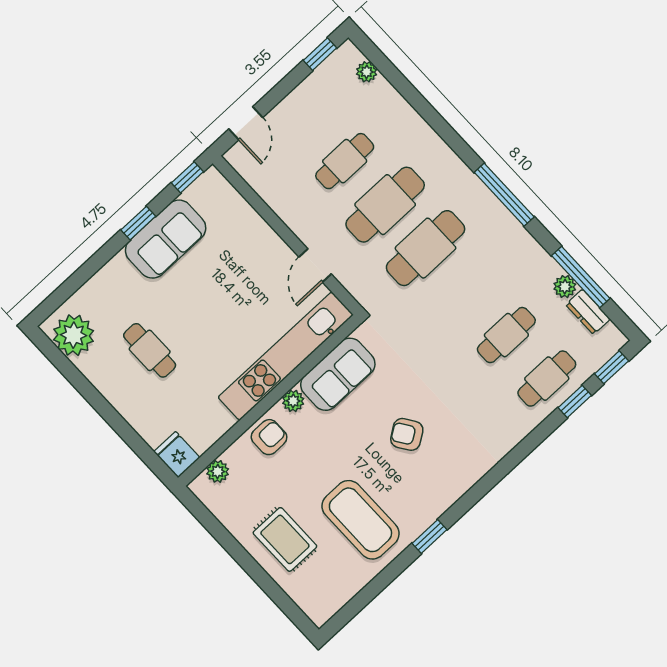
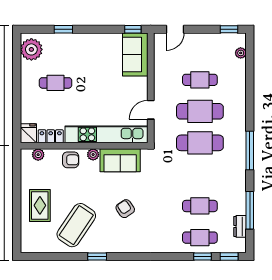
window: (138, 223) -> (63, 29), moved
sofa: (166, 239) -> (135, 54), moved, turned 90
plant: (565, 287) -> (240, 208), removed
cafe table: (150, 350) -> (55, 83), turned 90
locker: (211, 430) -> (51, 136), added
coffee table: (360, 520) -> (76, 225), turned 34

